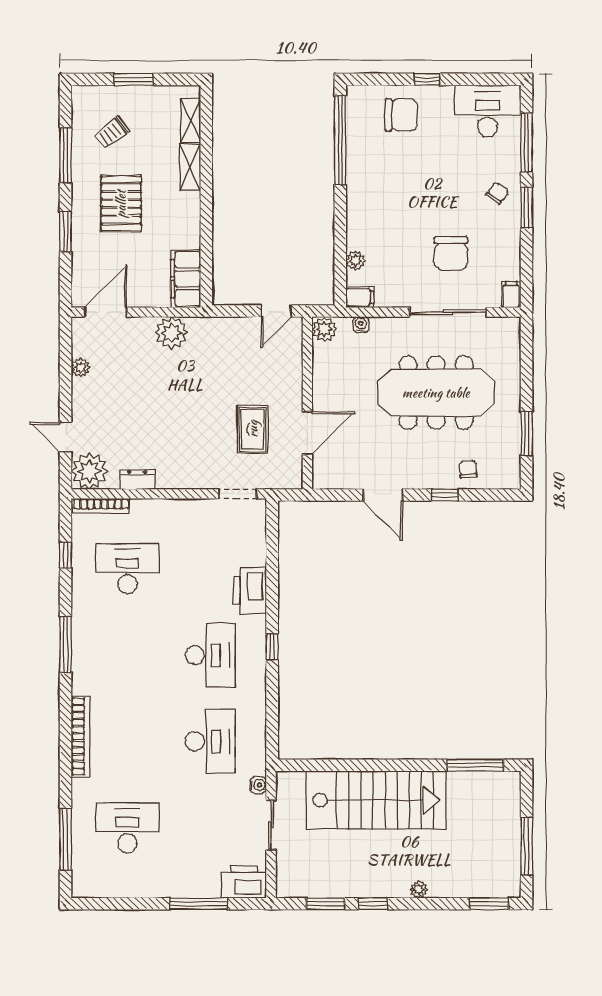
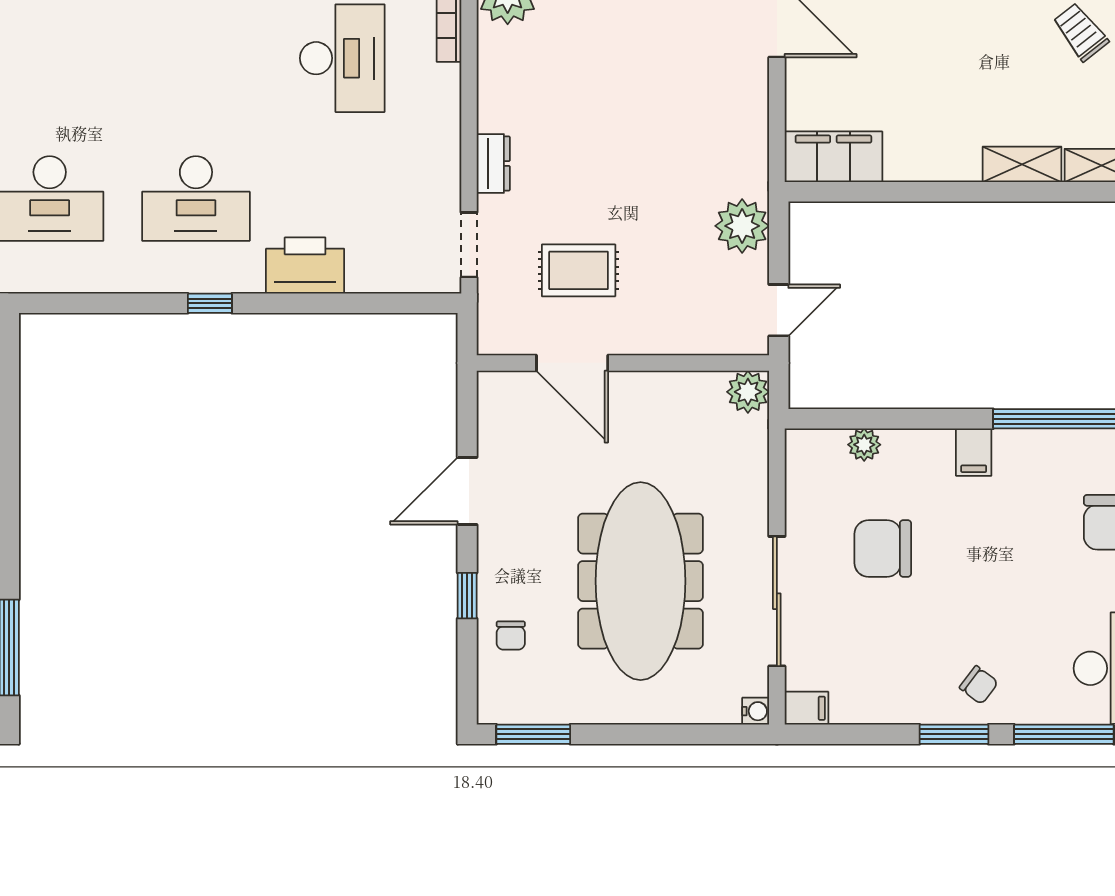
pallet: (121, 204) -> (961, 48), removed
chair: (451, 254) -> (883, 548), moved
filing cabinet: (360, 297) -> (974, 452), moved
door: (276, 311) -> (779, 310), swing flipped
water cooler: (361, 325) -> (756, 711), moved
plant: (171, 333) -> (742, 226), moved
window: (526, 434) -> (533, 734), moved
chair: (468, 469) -> (511, 635), turned 94
dresser: (137, 480) -> (493, 163), moved

